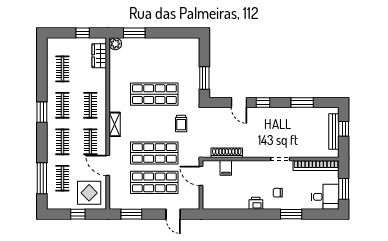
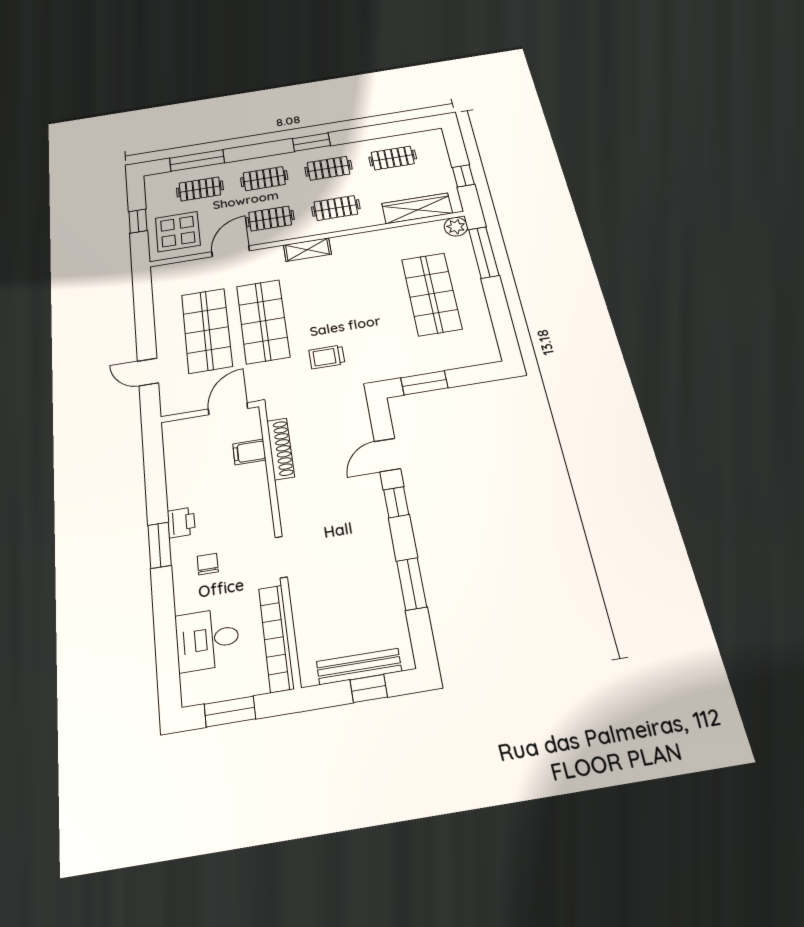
window: (134, 33) -> (484, 252), width x1.44
wardrobe: (99, 56) -> (417, 208), width x1.50
shop shelf: (154, 94) -> (431, 294), moved
desk: (325, 197) -> (207, 639), moved, turned 90
window: (131, 214) -> (143, 303), removed
door: (173, 214) -> (148, 372), hinge flipped
window: (291, 214) -> (160, 545), moved

